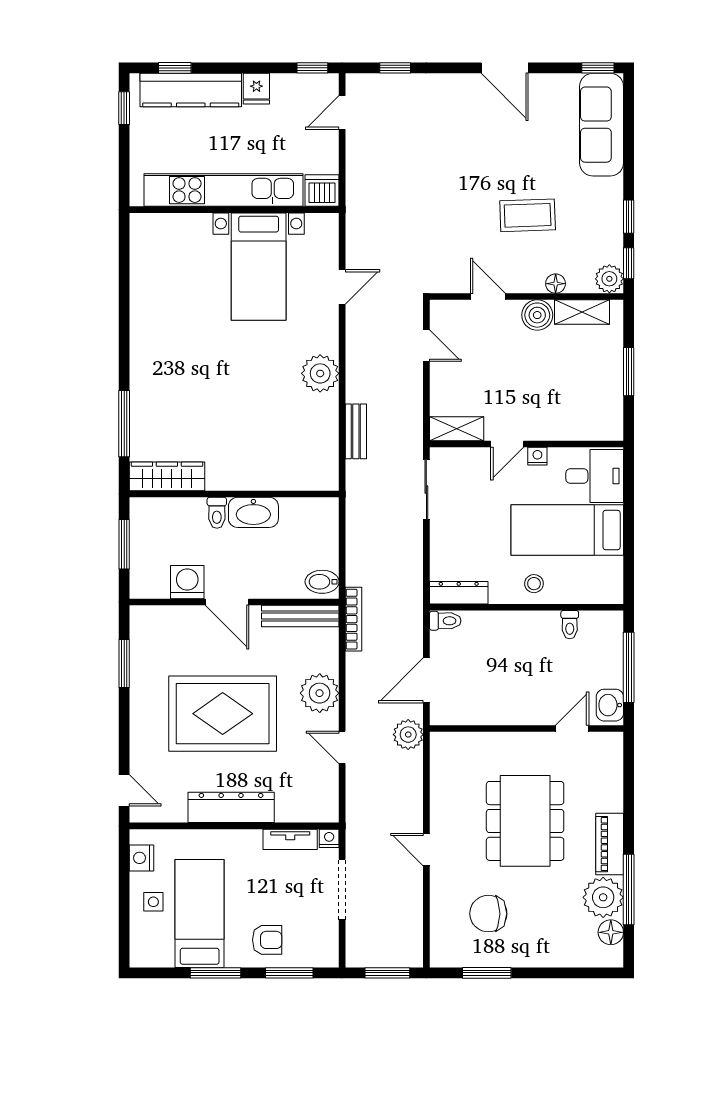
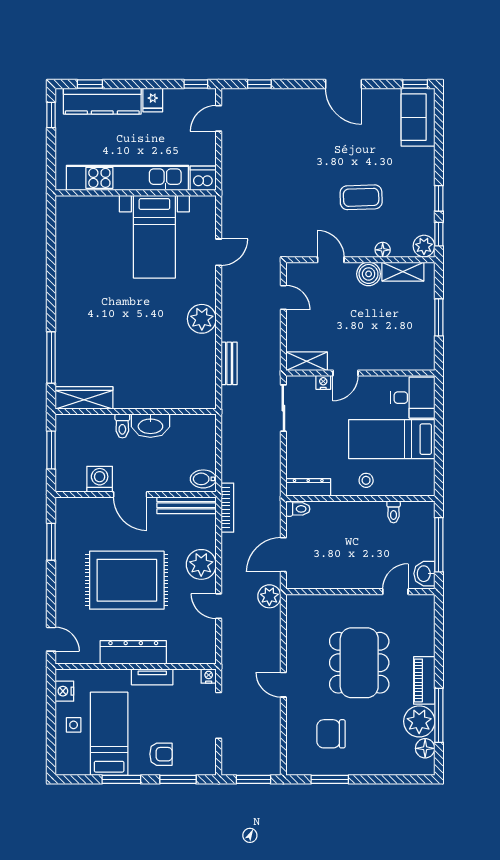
sofa: (602, 125) -> (418, 117), width x0.73
nightstand: (537, 456) -> (323, 382), moved
tv unit: (290, 839) -> (152, 677), moved

